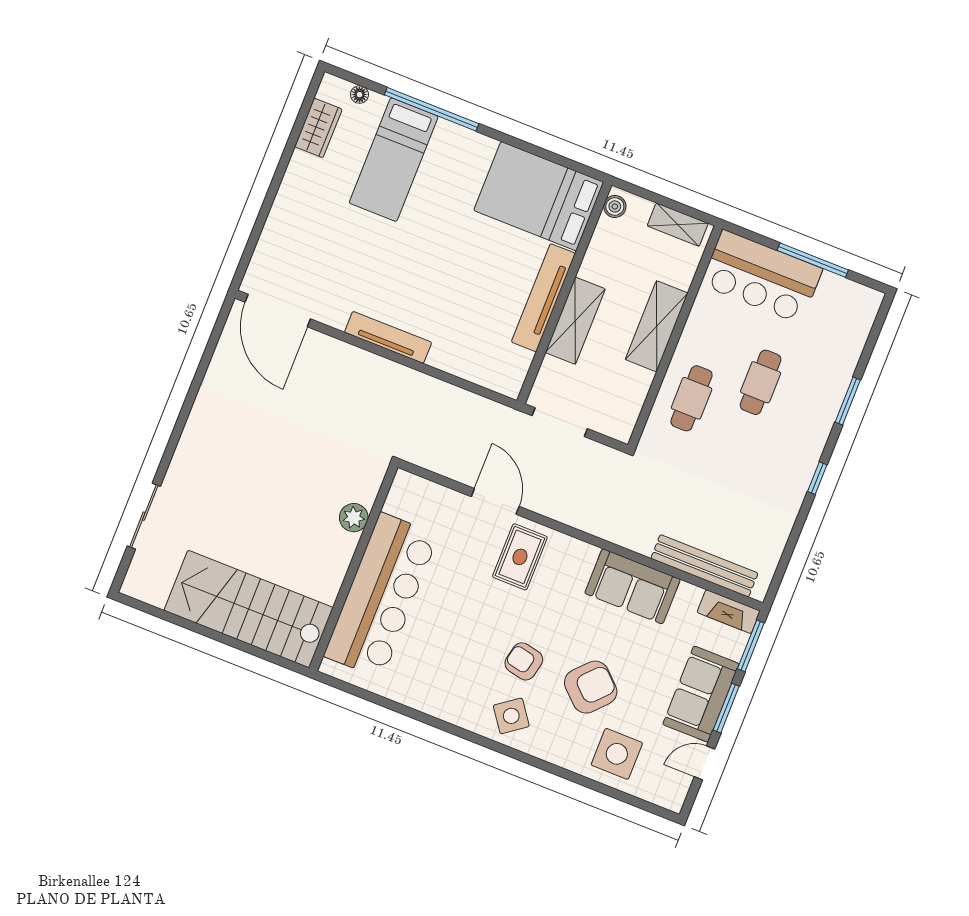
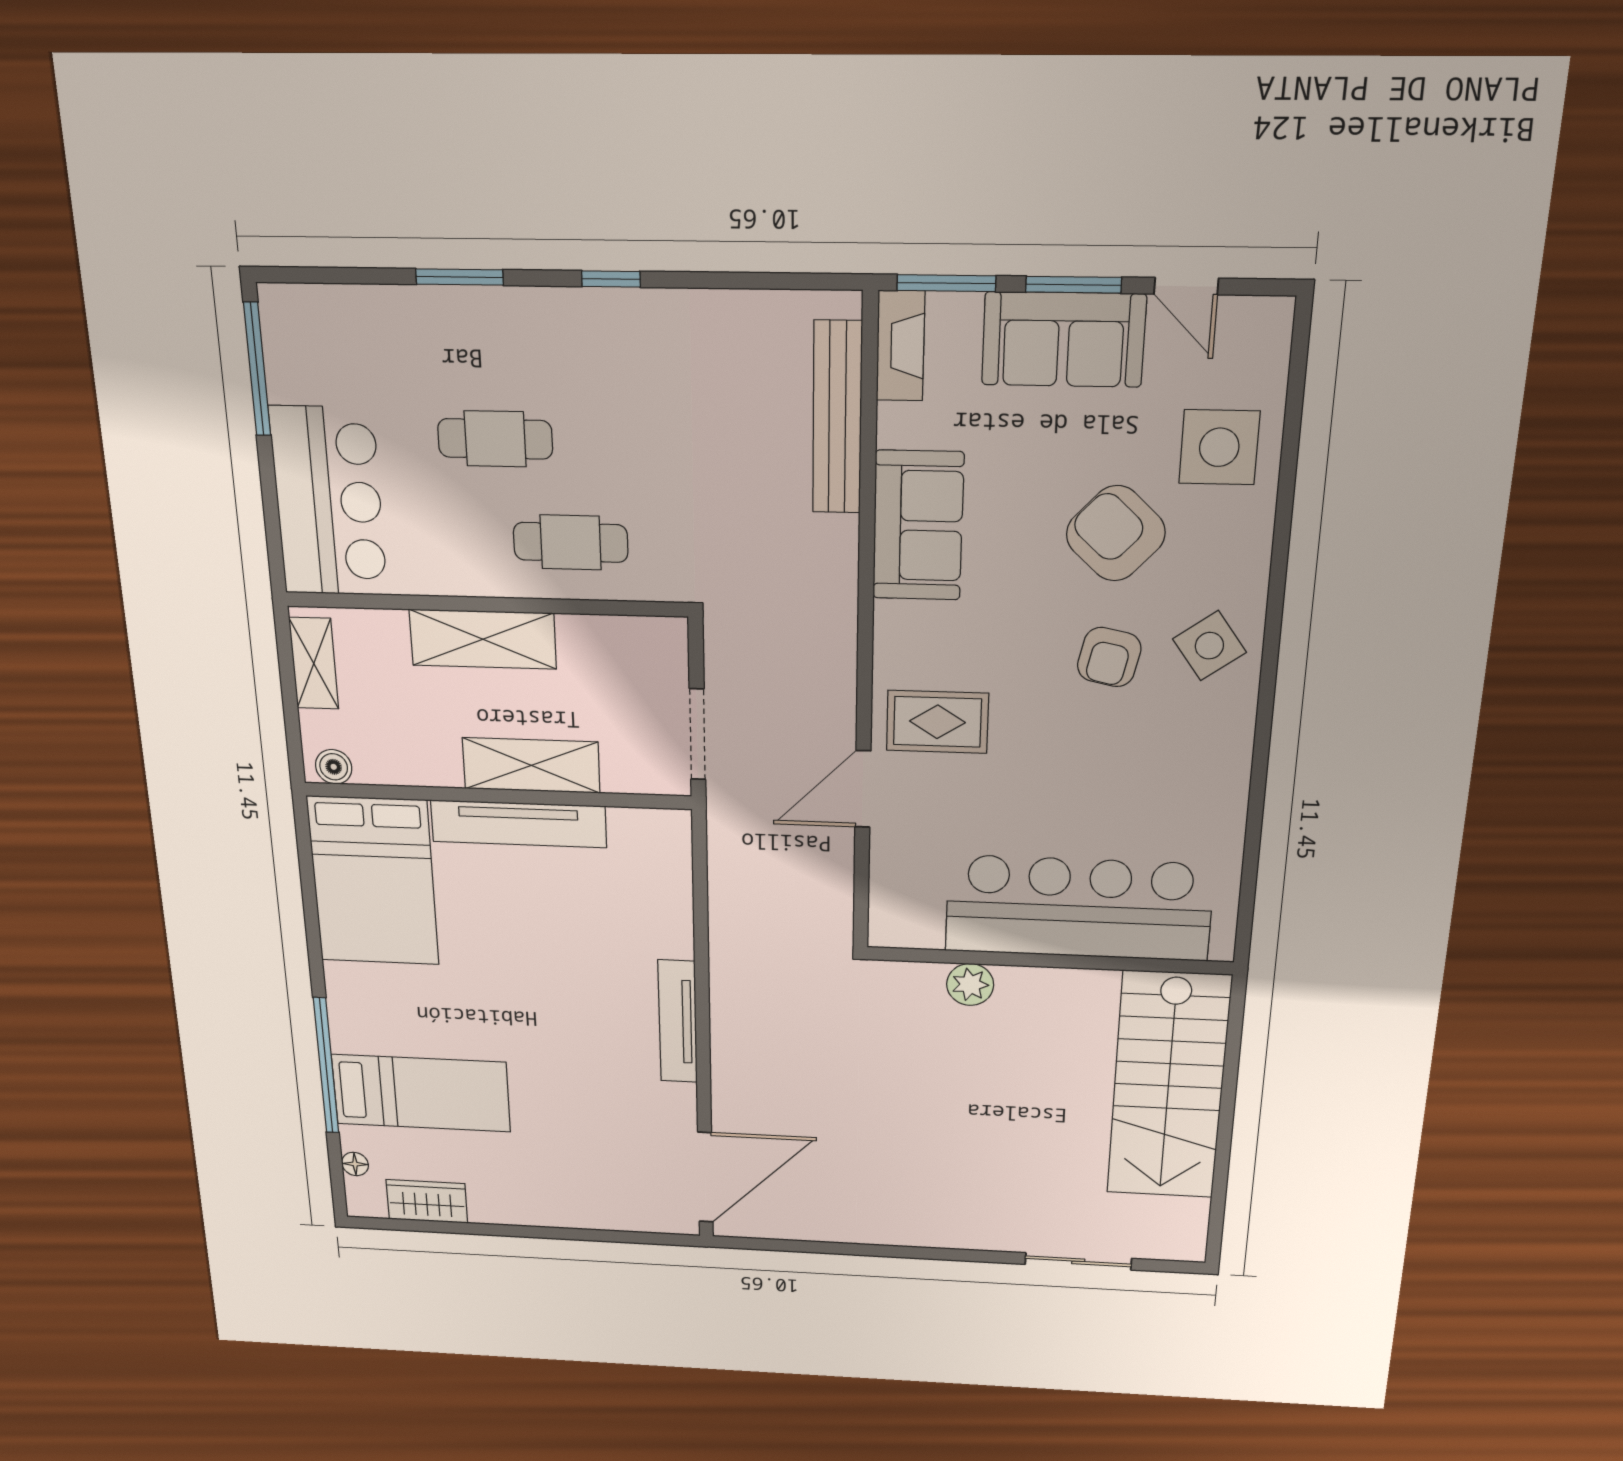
window: (813, 260) -> (257, 369), moved

